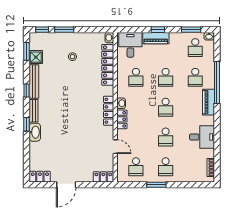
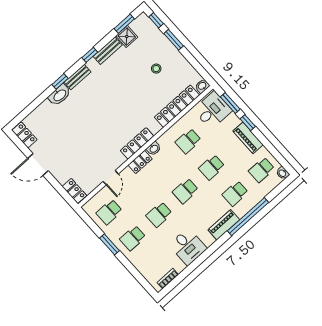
window: (191, 30) -> (230, 103), moved
piano: (156, 38) -> (248, 138), moved
bench: (34, 82) -> (108, 51), width x0.73

